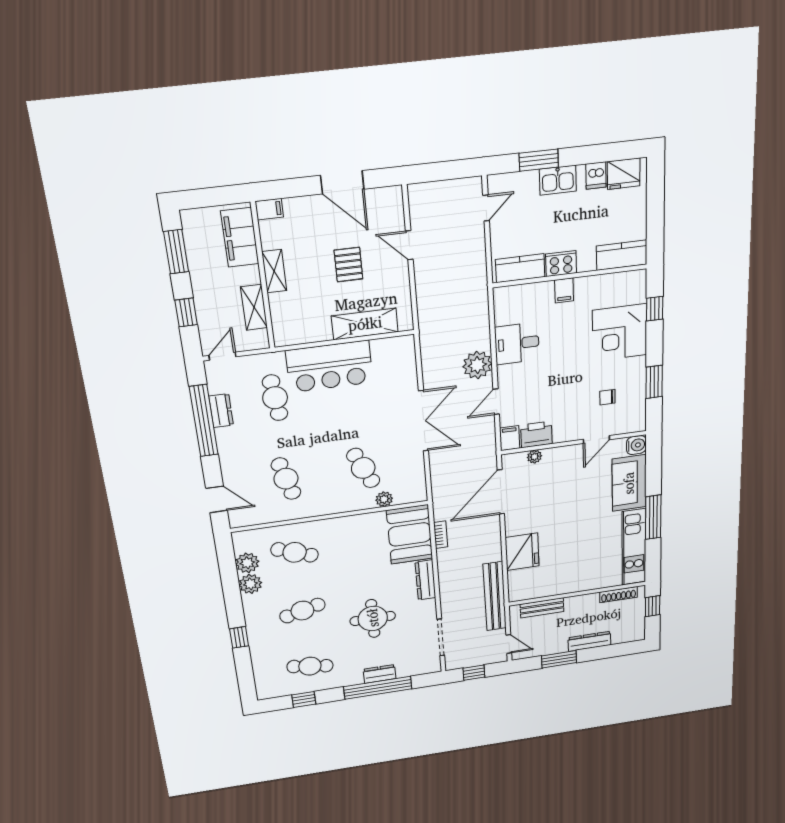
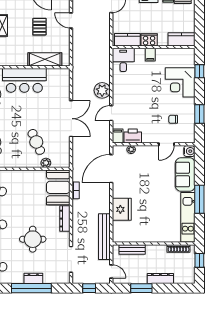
desk: (517, 343) -> (123, 60), moved, turned 90

